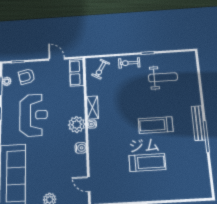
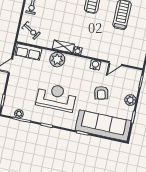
armchair: (27, 76) -> (101, 93), moved
plant: (77, 125) -> (57, 60), moved
door: (89, 184) -> (115, 64), moved

